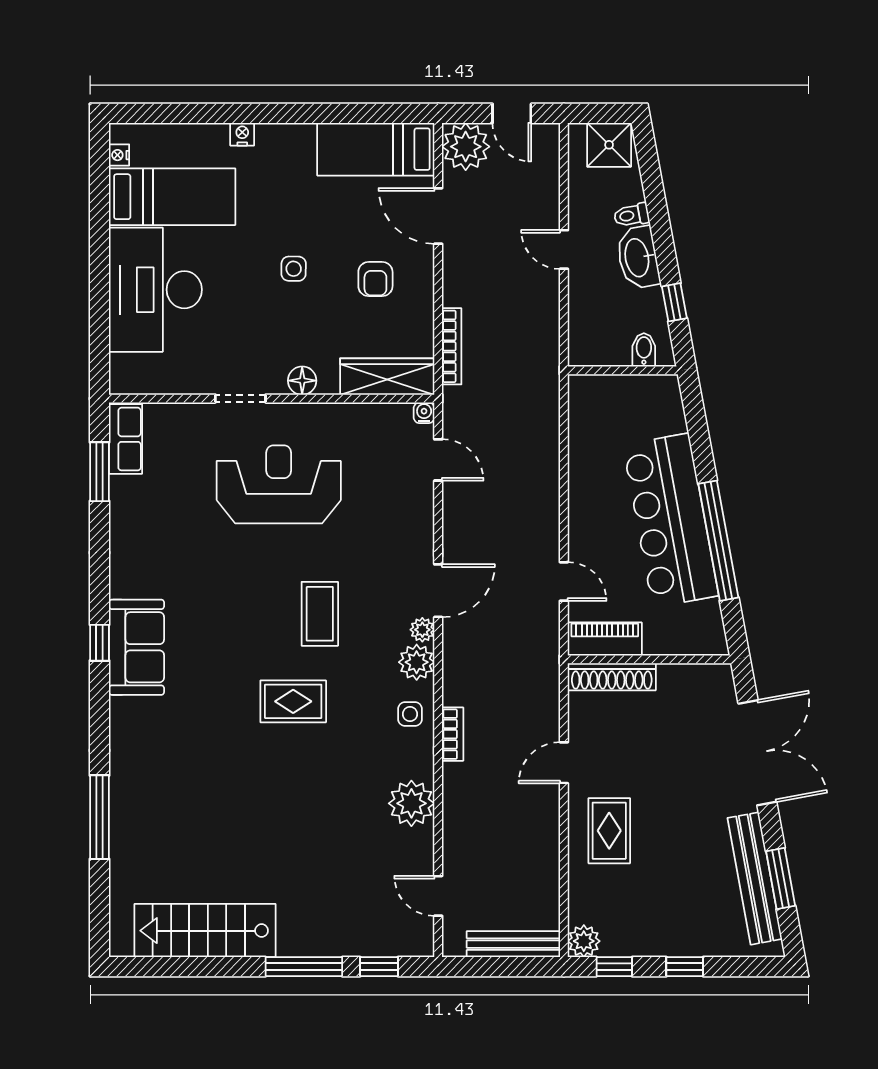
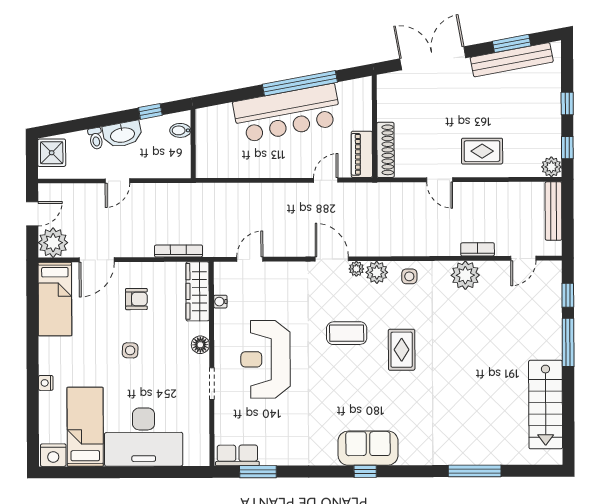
nightstand: (119, 155) -> (53, 455), width x1.89, depth x1.79
water cooler: (424, 413) -> (220, 302), moved
bookcase: (453, 734) -> (478, 249), moved

